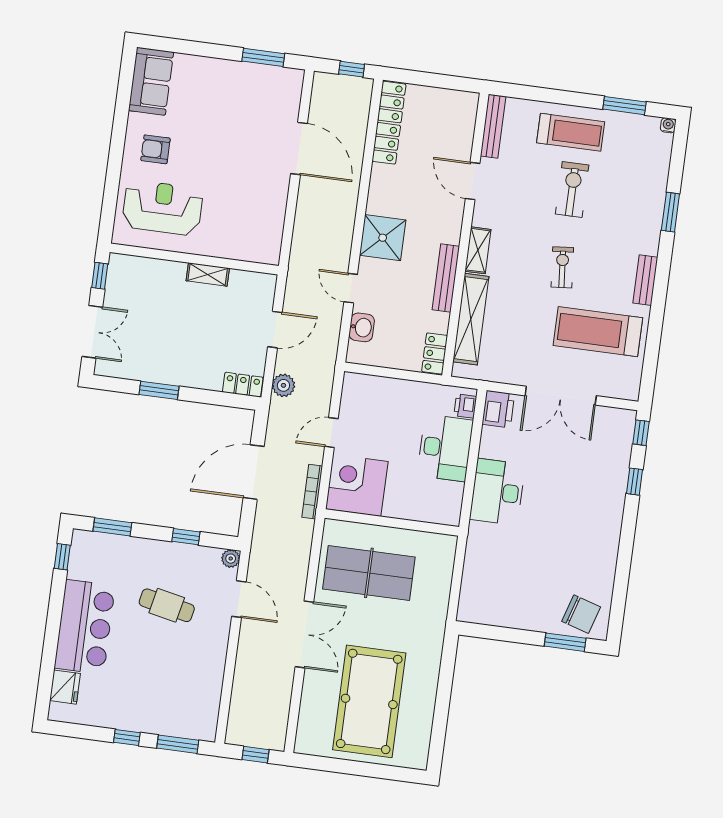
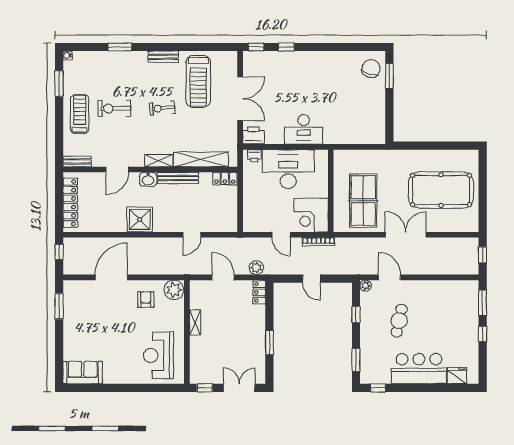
locker: (389, 123) -> (70, 203), moved, turned 90
bench: (493, 126) -> (77, 161), width x0.73
armchair: (155, 149) -> (146, 300), moved, turned 180
shower: (383, 238) -> (140, 219), moved
plant: (265, 247) -> (174, 290), added
washbasin: (362, 327) -> (148, 179), moved, turned 180
desk: (445, 448) -> (288, 169), width x1.36, depth x1.30
door: (254, 472) -> (311, 279), width x0.53
door: (239, 599) -> (390, 277), hinge flipped

